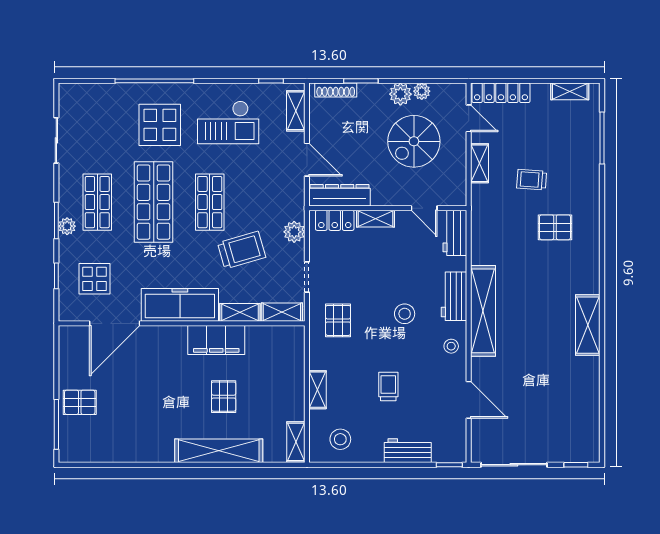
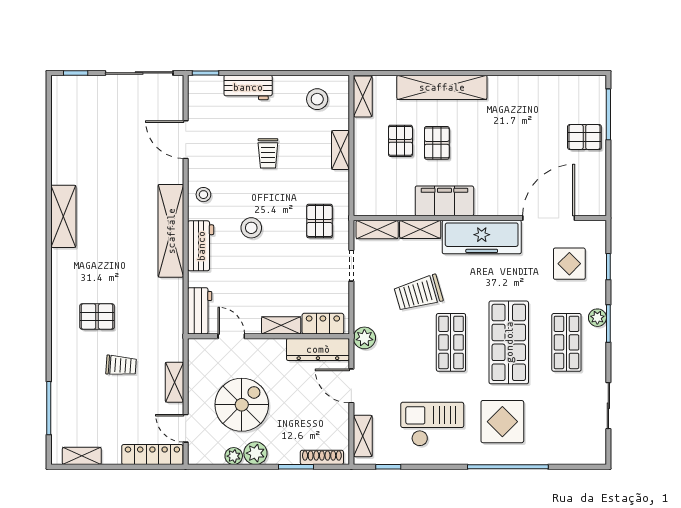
plant: (294, 232) -> (364, 338), moved
pallet: (259, 399) -> (400, 141), added

